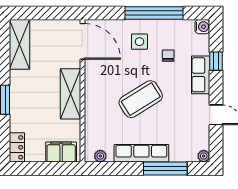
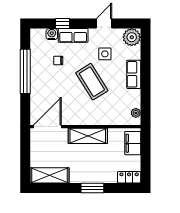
water cooler: (202, 27) -> (52, 34), moved
side table: (139, 42) -> (105, 54), moved
row of seats: (141, 153) -> (134, 74), width x0.68
plant: (204, 156) -> (132, 37), width x1.88, depth x1.88
window: (165, 169) -> (145, 63), removed

